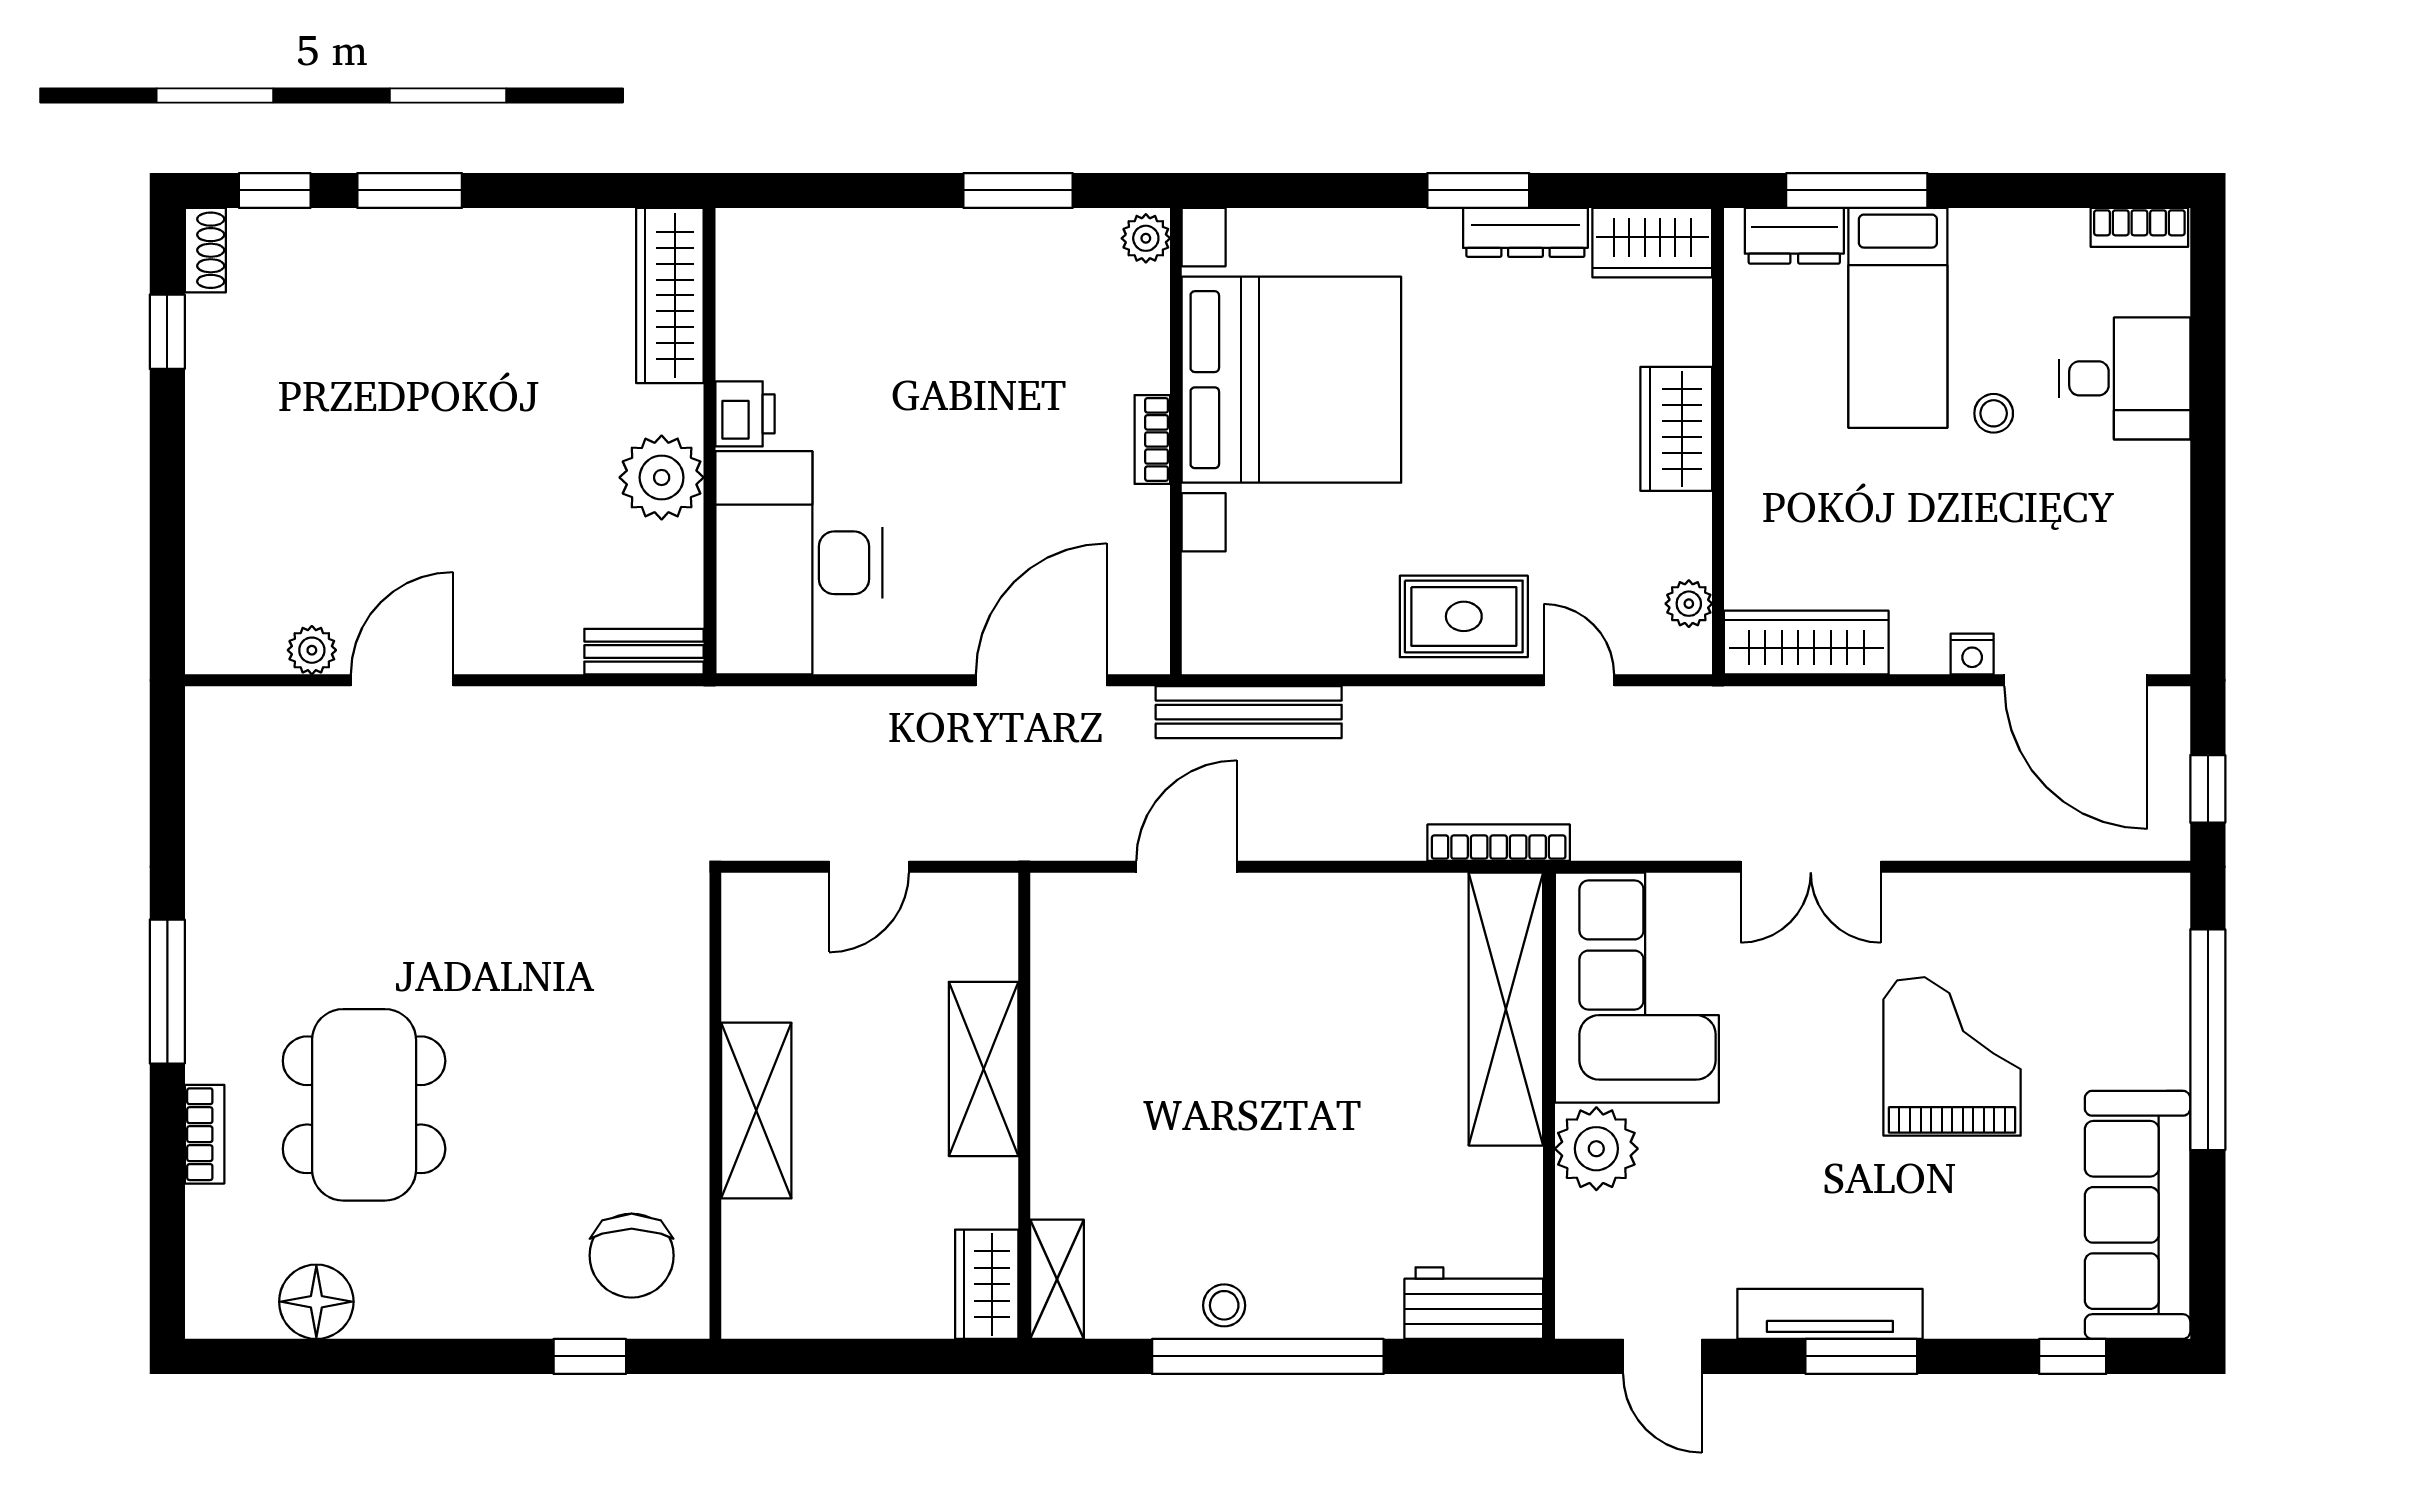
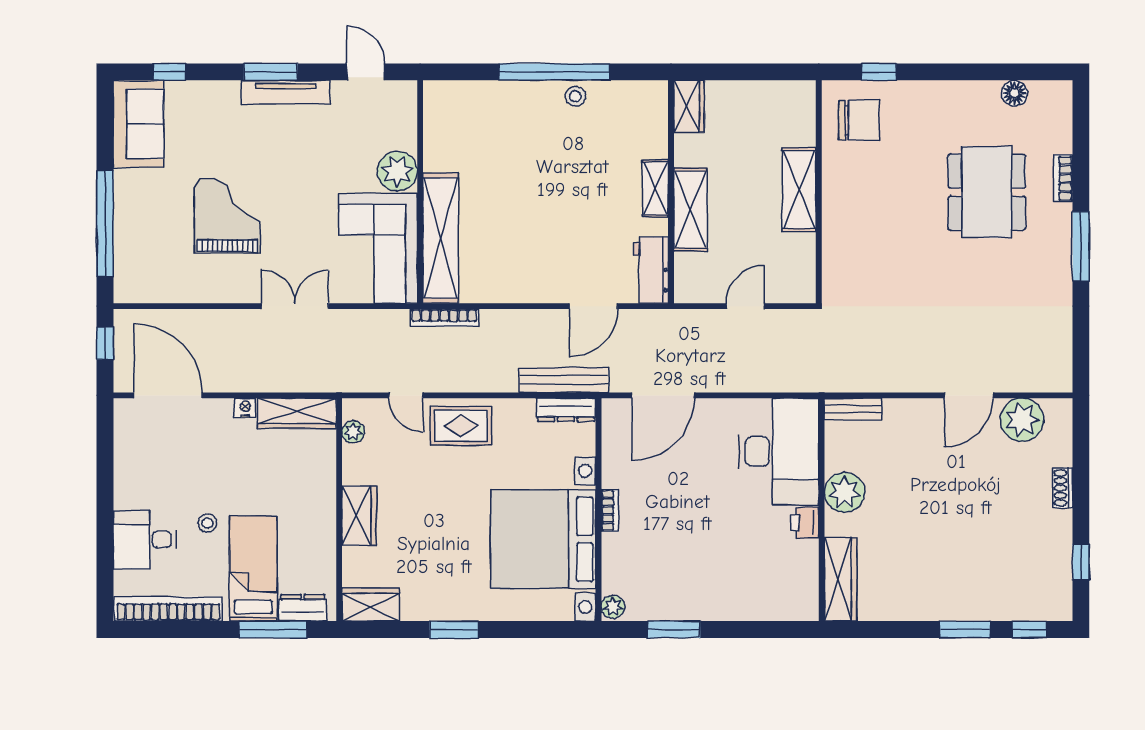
bookcase: (2139, 227) -> (168, 609), width x2.31, depth x1.31
dresser: (1525, 232) -> (566, 410), moved, turned 180
shoe rack: (205, 250) -> (1063, 488), moved
plant: (312, 650) -> (1022, 420), width x1.88, depth x1.88
nightstand: (1972, 654) -> (245, 408), moved
grand piano: (1952, 1056) -> (227, 215), turned 180
sofa: (2138, 1215) -> (139, 124), width x0.73
chair: (632, 1256) -> (859, 120), turned 90
shelving: (1057, 1279) -> (655, 188), moved
floor lamp: (316, 1302) -> (1014, 93), width x0.73, depth x0.73
workbench: (1474, 1303) -> (651, 270), moved, turned 90

